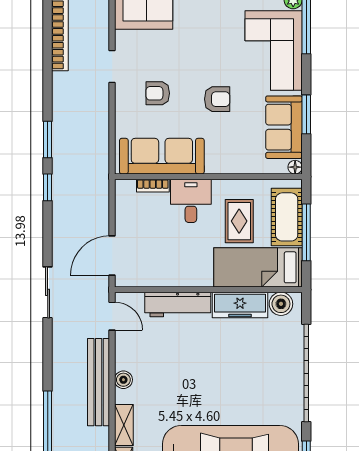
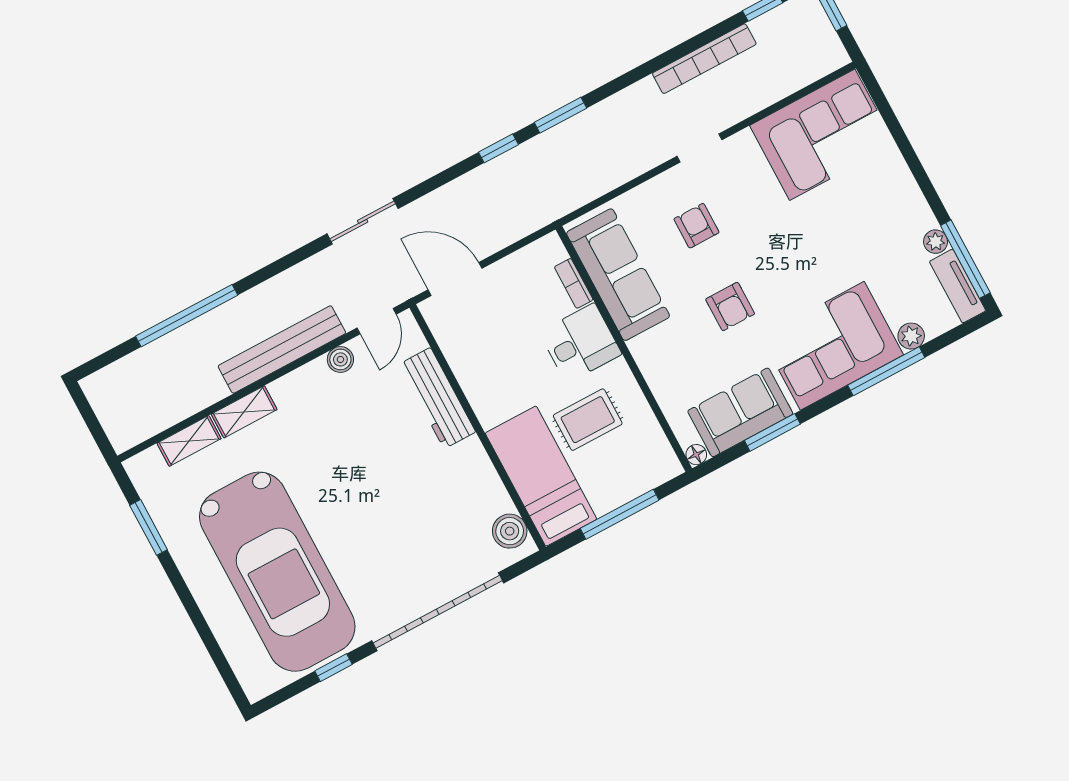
cot: (287, 217) -> (626, 478), removed
freezer: (240, 305) -> (480, 479), removed
boiler: (123, 380) -> (340, 359), moved

